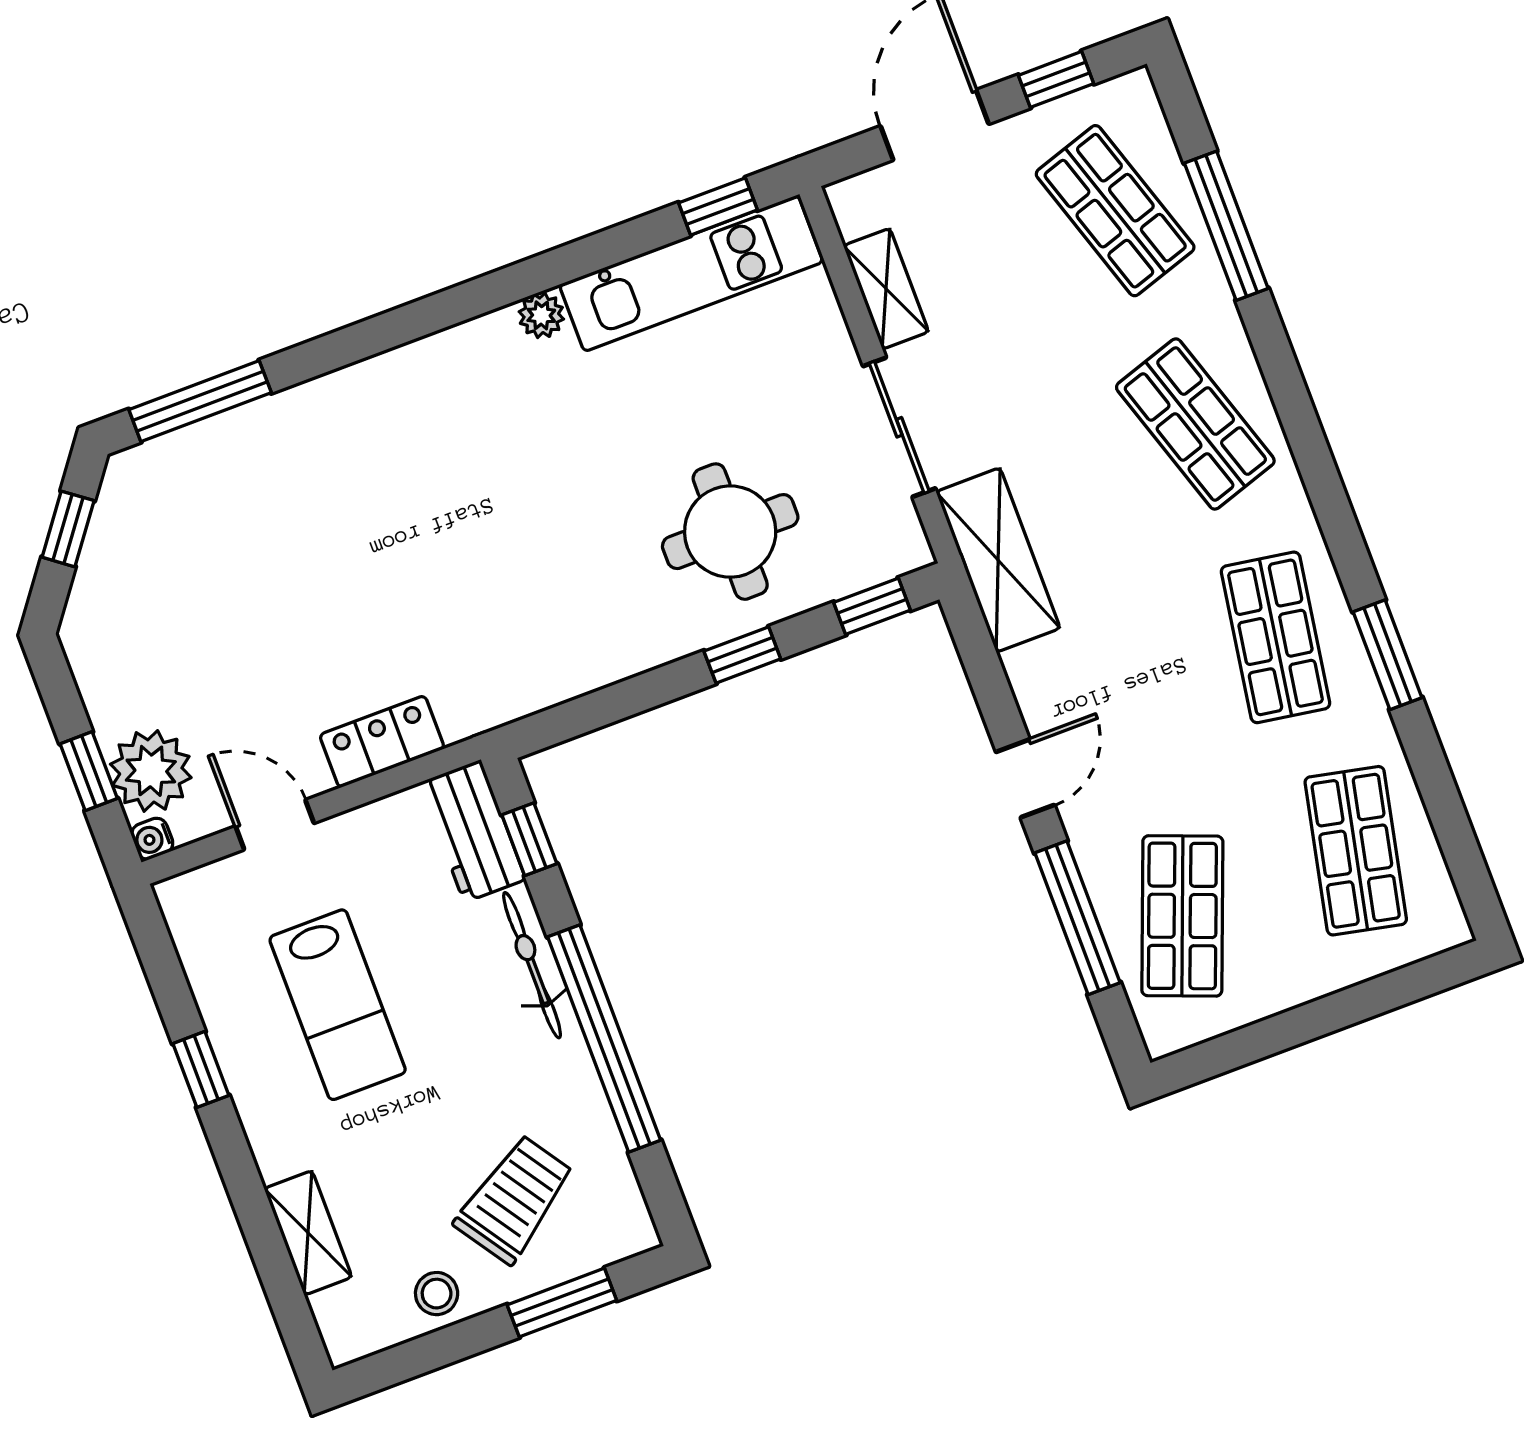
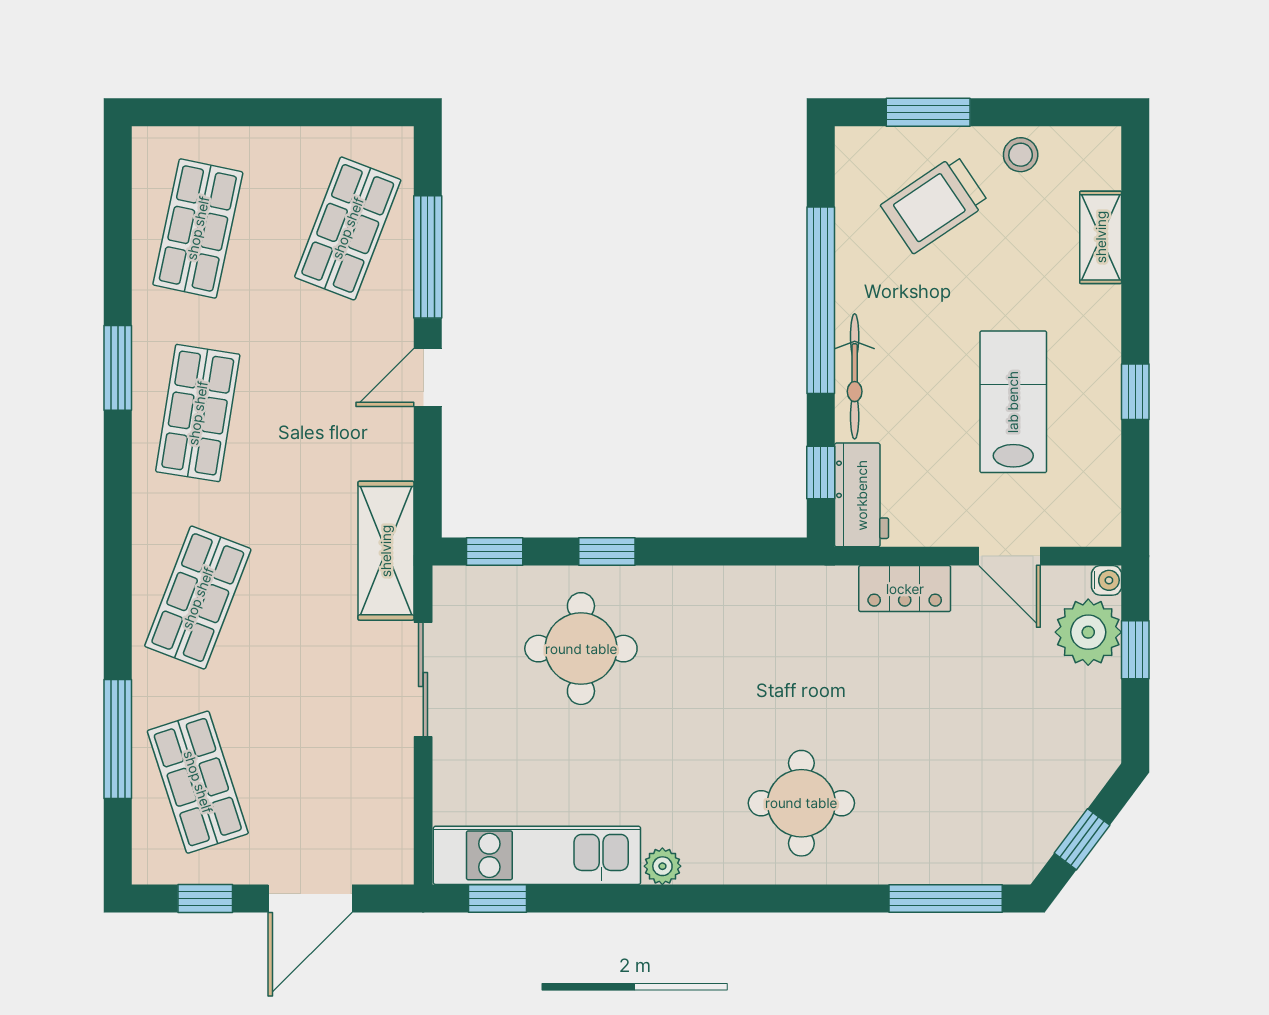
shelving: (886, 289) -> (394, 788), removed
shop shelf: (1195, 424) -> (198, 598), turned 39
round table: (408, 448) -> (801, 803), added

